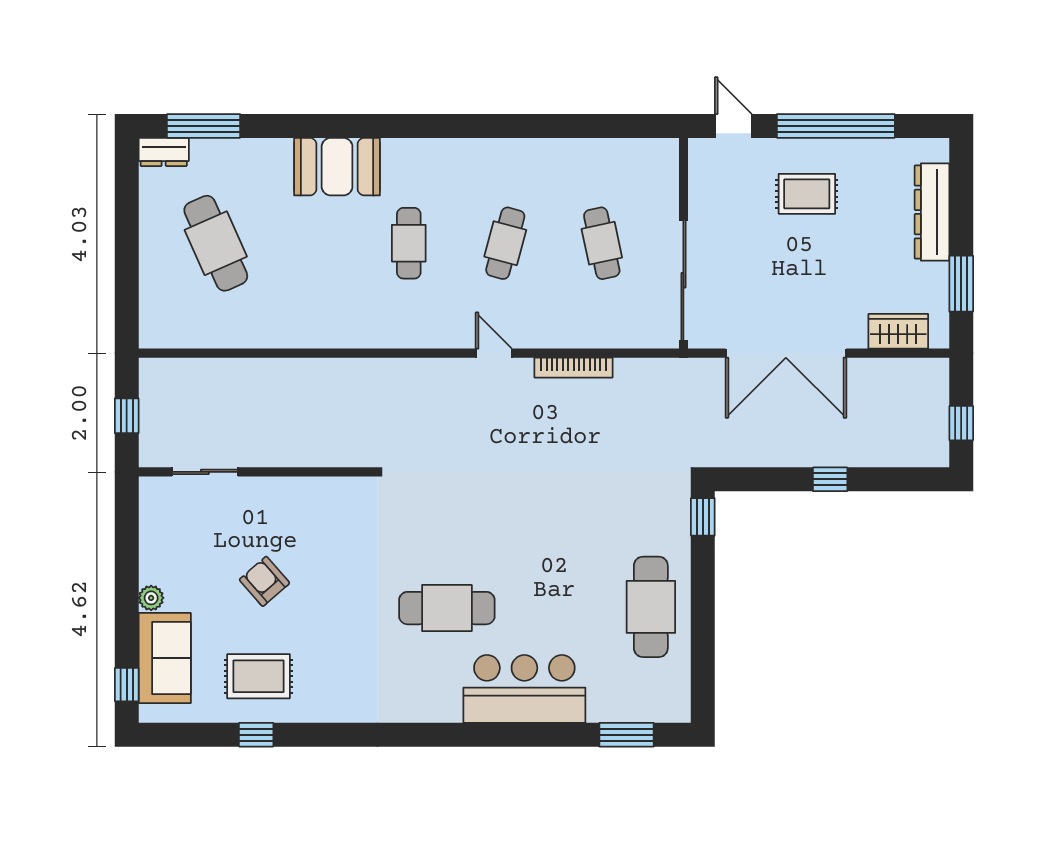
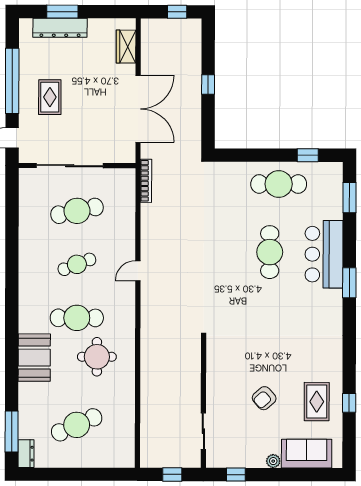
cafe table: (409, 243) -> (77, 318), width x1.37, depth x1.35
cafe table: (505, 243) -> (77, 264), turned -36
cafe table: (602, 243) -> (77, 211), width x1.37, depth x1.35
round table: (339, 280) -> (97, 357), added
sliding door: (683, 280) -> (70, 166), moved
window: (961, 284) -> (62, 12), moved
bookcase: (574, 368) -> (146, 181), moved
window: (703, 517) -> (308, 155), moved
cafe table: (447, 608) -> (270, 252), moved
window: (127, 685) -> (236, 475), moved
window: (473, 735) -> (349, 283), added

